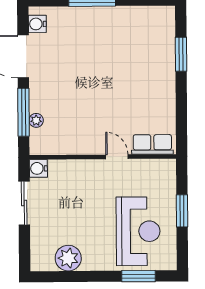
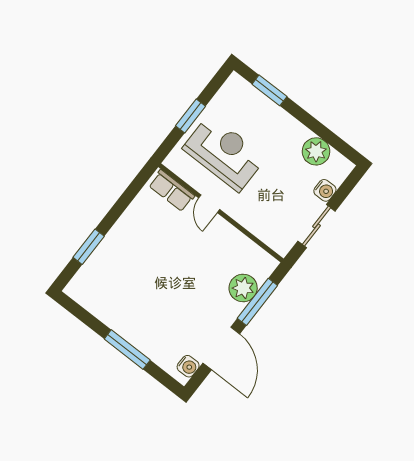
plant: (36, 120) -> (243, 288), width x1.87, depth x1.87
water cooler: (38, 168) -> (325, 190), moved
reception desk: (138, 231) -> (224, 153), moved, turned 90

